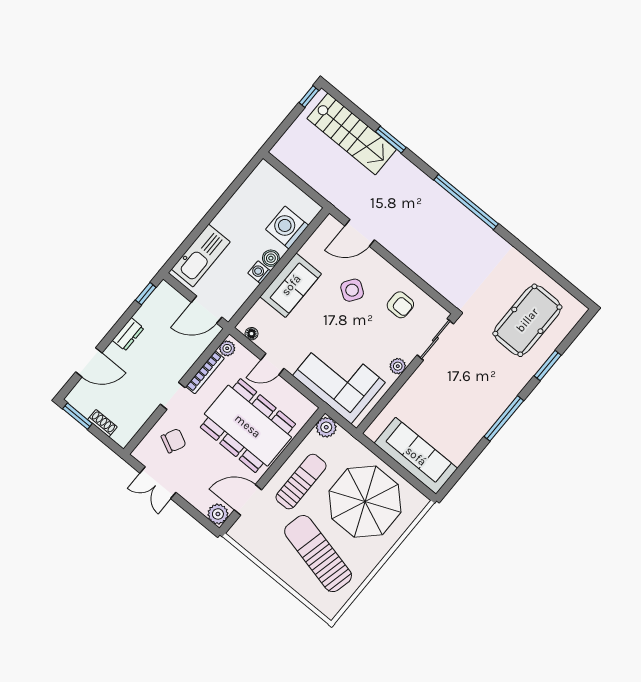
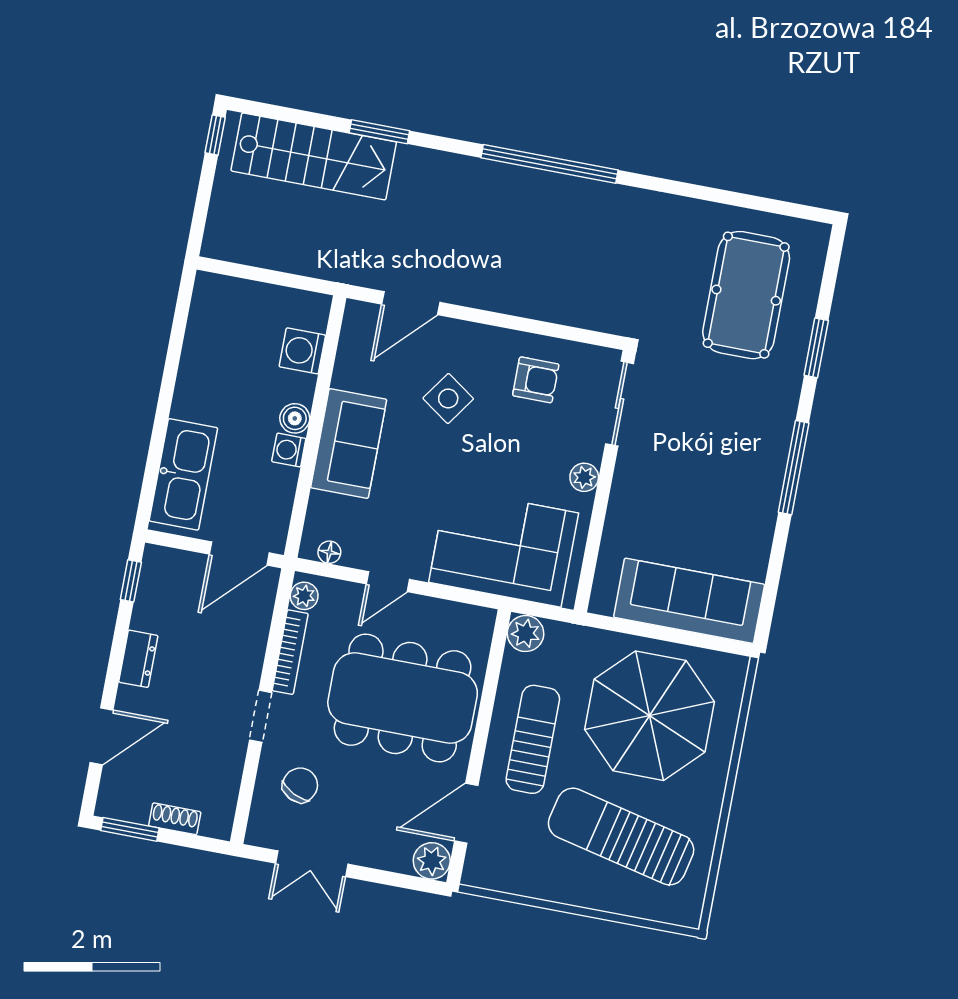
washing machine: (287, 227) -> (302, 351), width x0.73, depth x0.73

